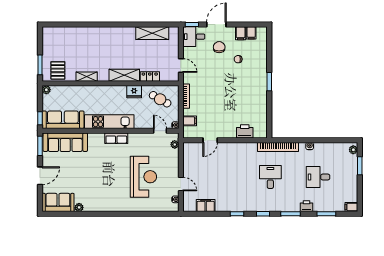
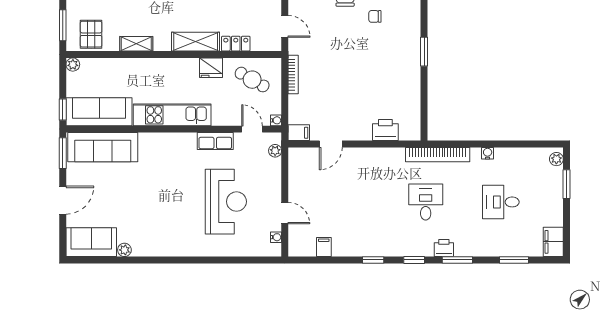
filing cabinet: (190, 121) -> (299, 133), moved
row of seats: (116, 138) -> (215, 141), moved
filing cabinet: (206, 206) -> (324, 247), width x0.50
printer: (306, 206) -> (444, 248), moved
filing cabinet: (351, 207) -> (553, 242), width x2.00

